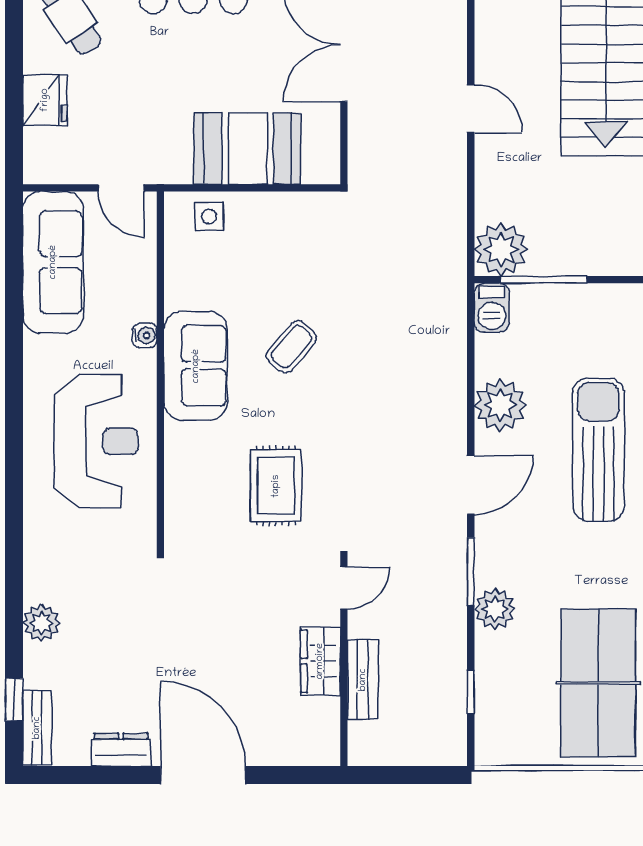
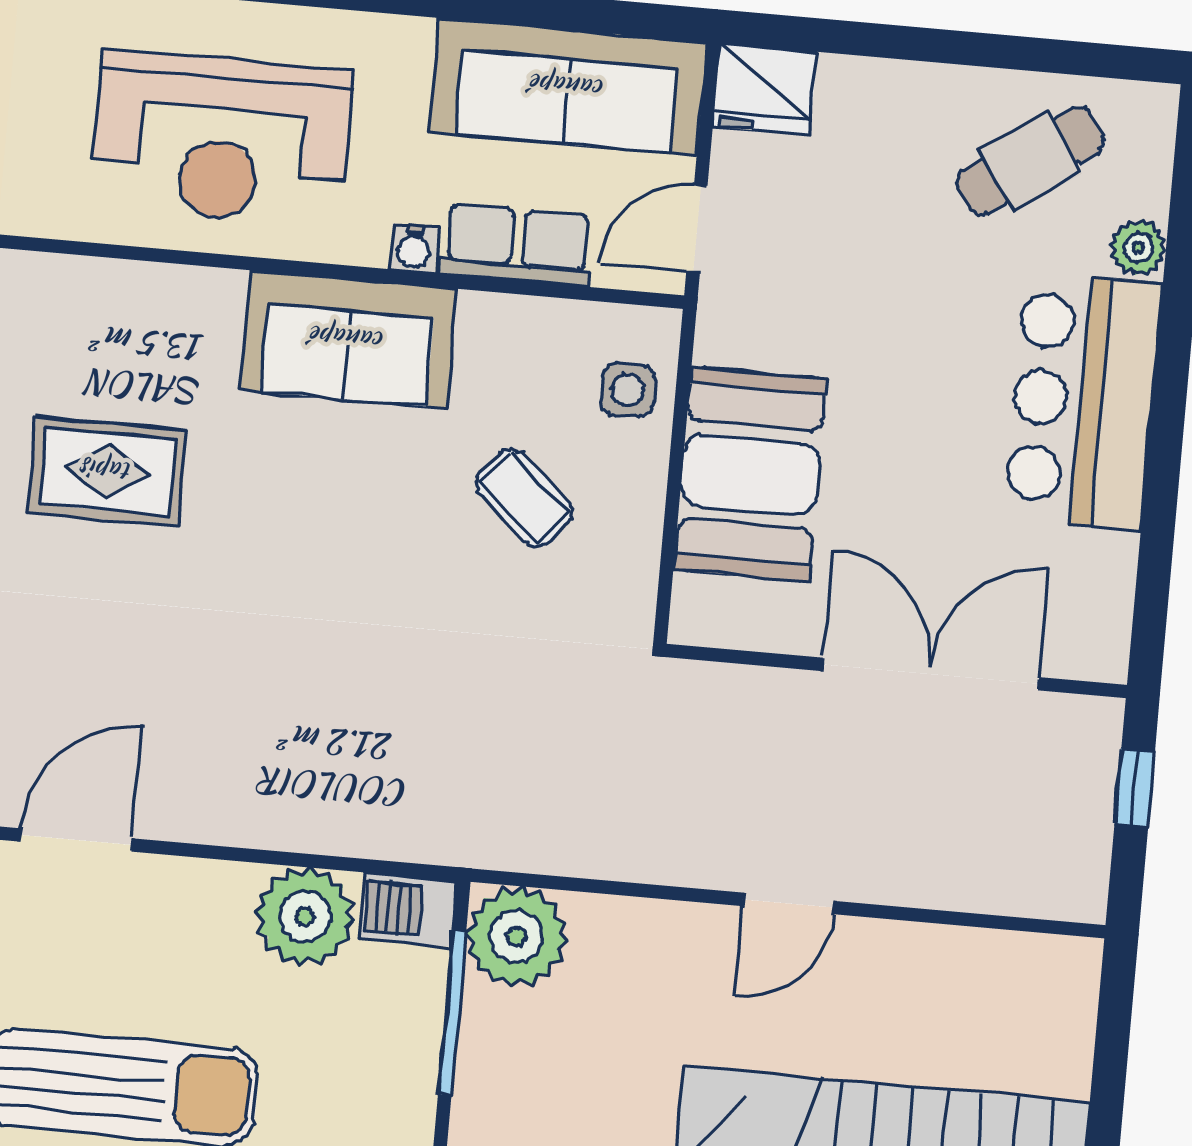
fridge: (45, 100) -> (765, 89), moved
row of seats: (138, 281) -> (517, 245), added
coffee table: (291, 347) -> (524, 498), moved
plant: (500, 405) -> (305, 917), moved
door: (471, 485) -> (76, 840), swing flipped

